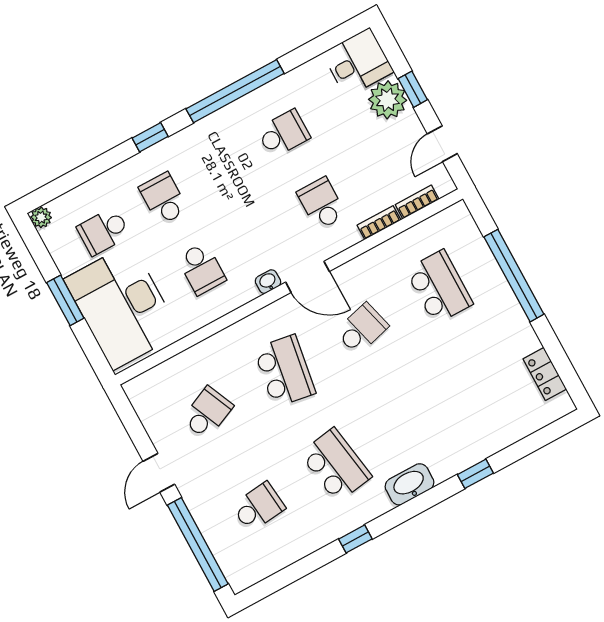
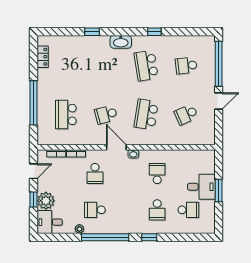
plant: (41, 217) -> (79, 229), moved
desk: (122, 306) -> (201, 187), width x0.53, depth x0.77

